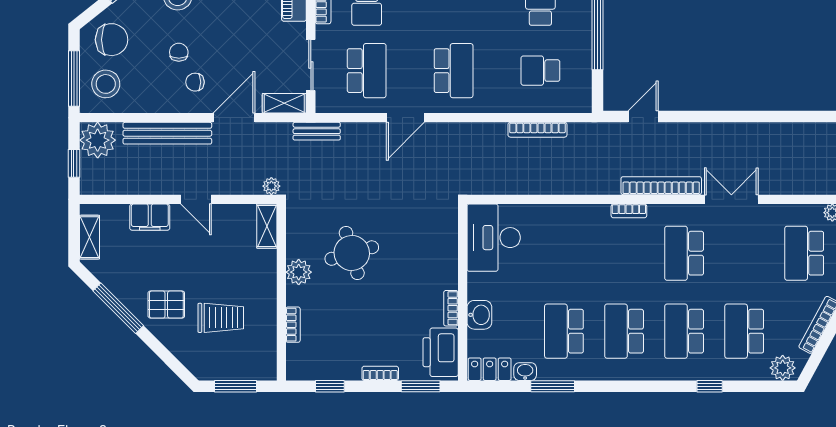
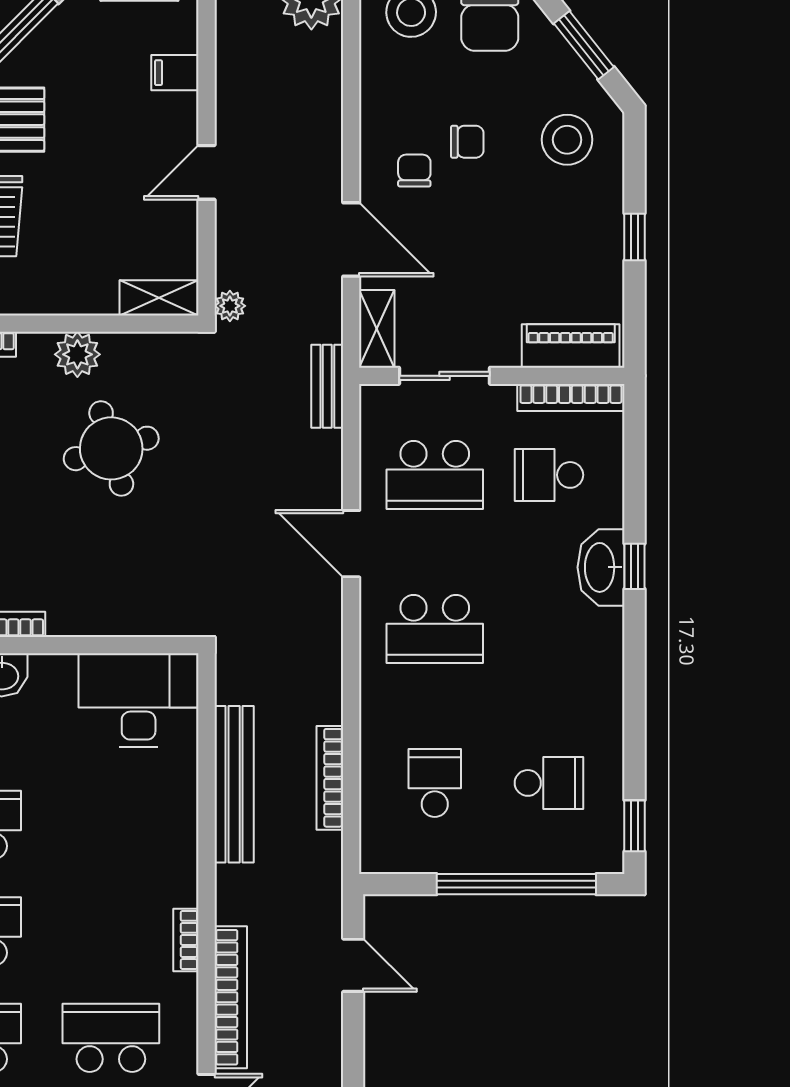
bench: (167, 133) -> (234, 784), moved
filing cabinet: (150, 217) -> (175, 73), width x0.50

